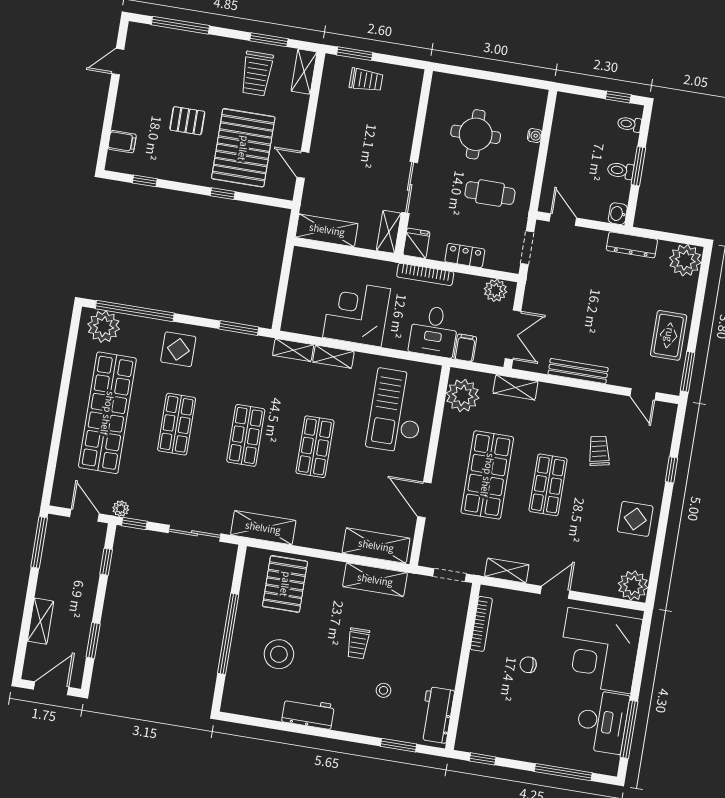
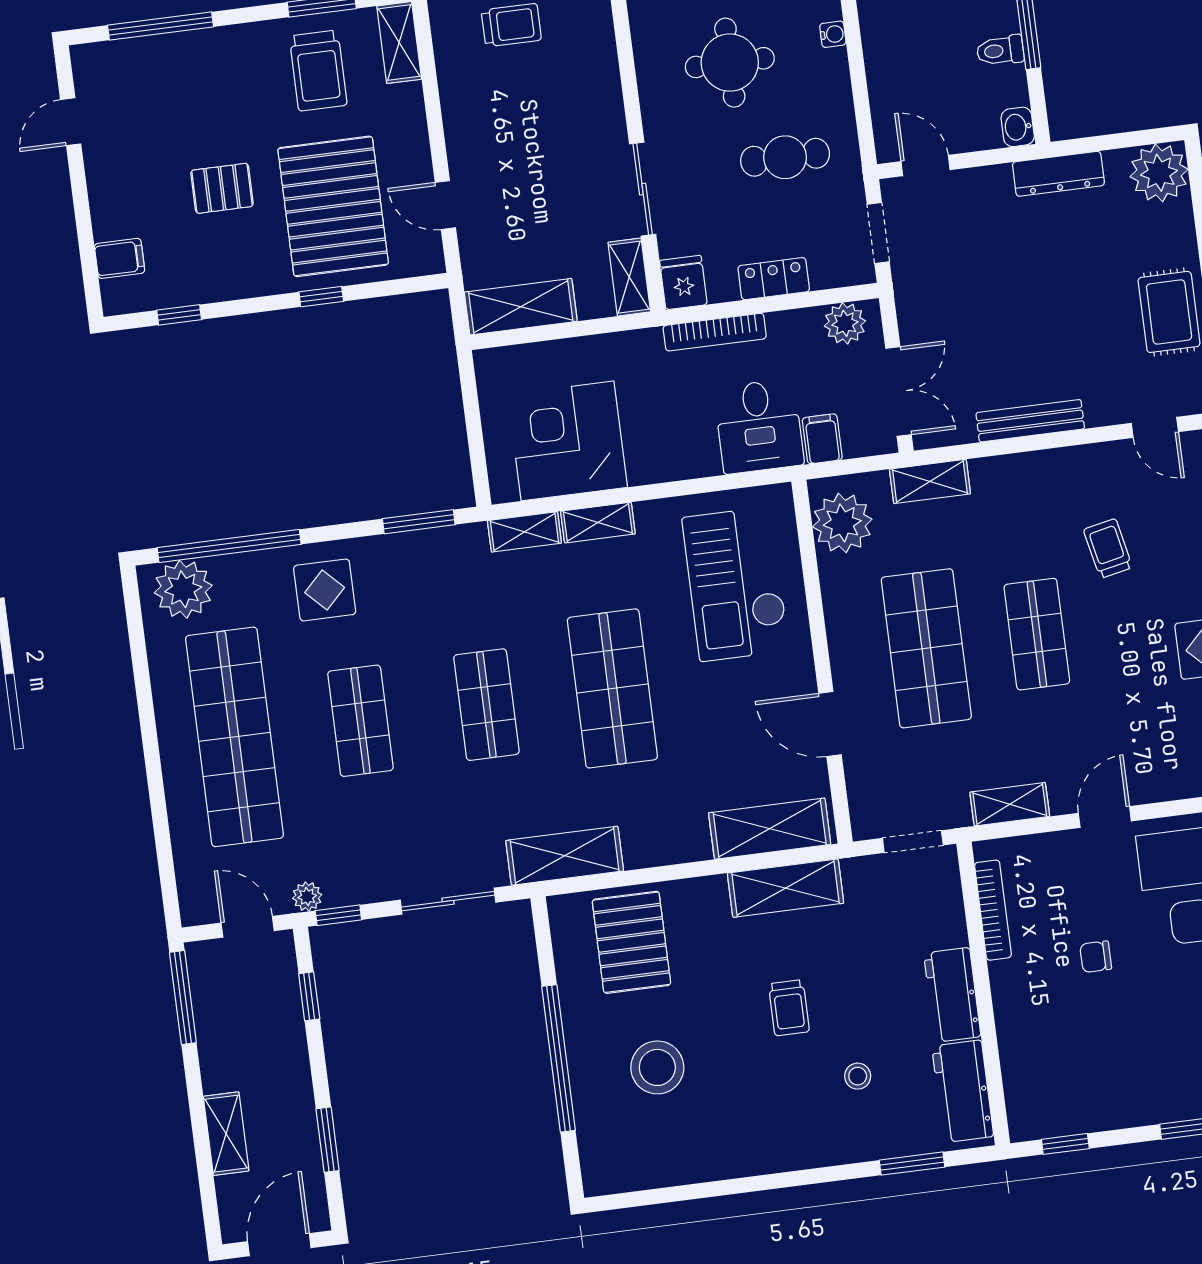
corner desk: (357, 313) -> (568, 441), moved
shop shelf: (315, 447) -> (612, 688), width x1.43, depth x1.36
workbench: (308, 713) -> (952, 995), moved, turned -90

